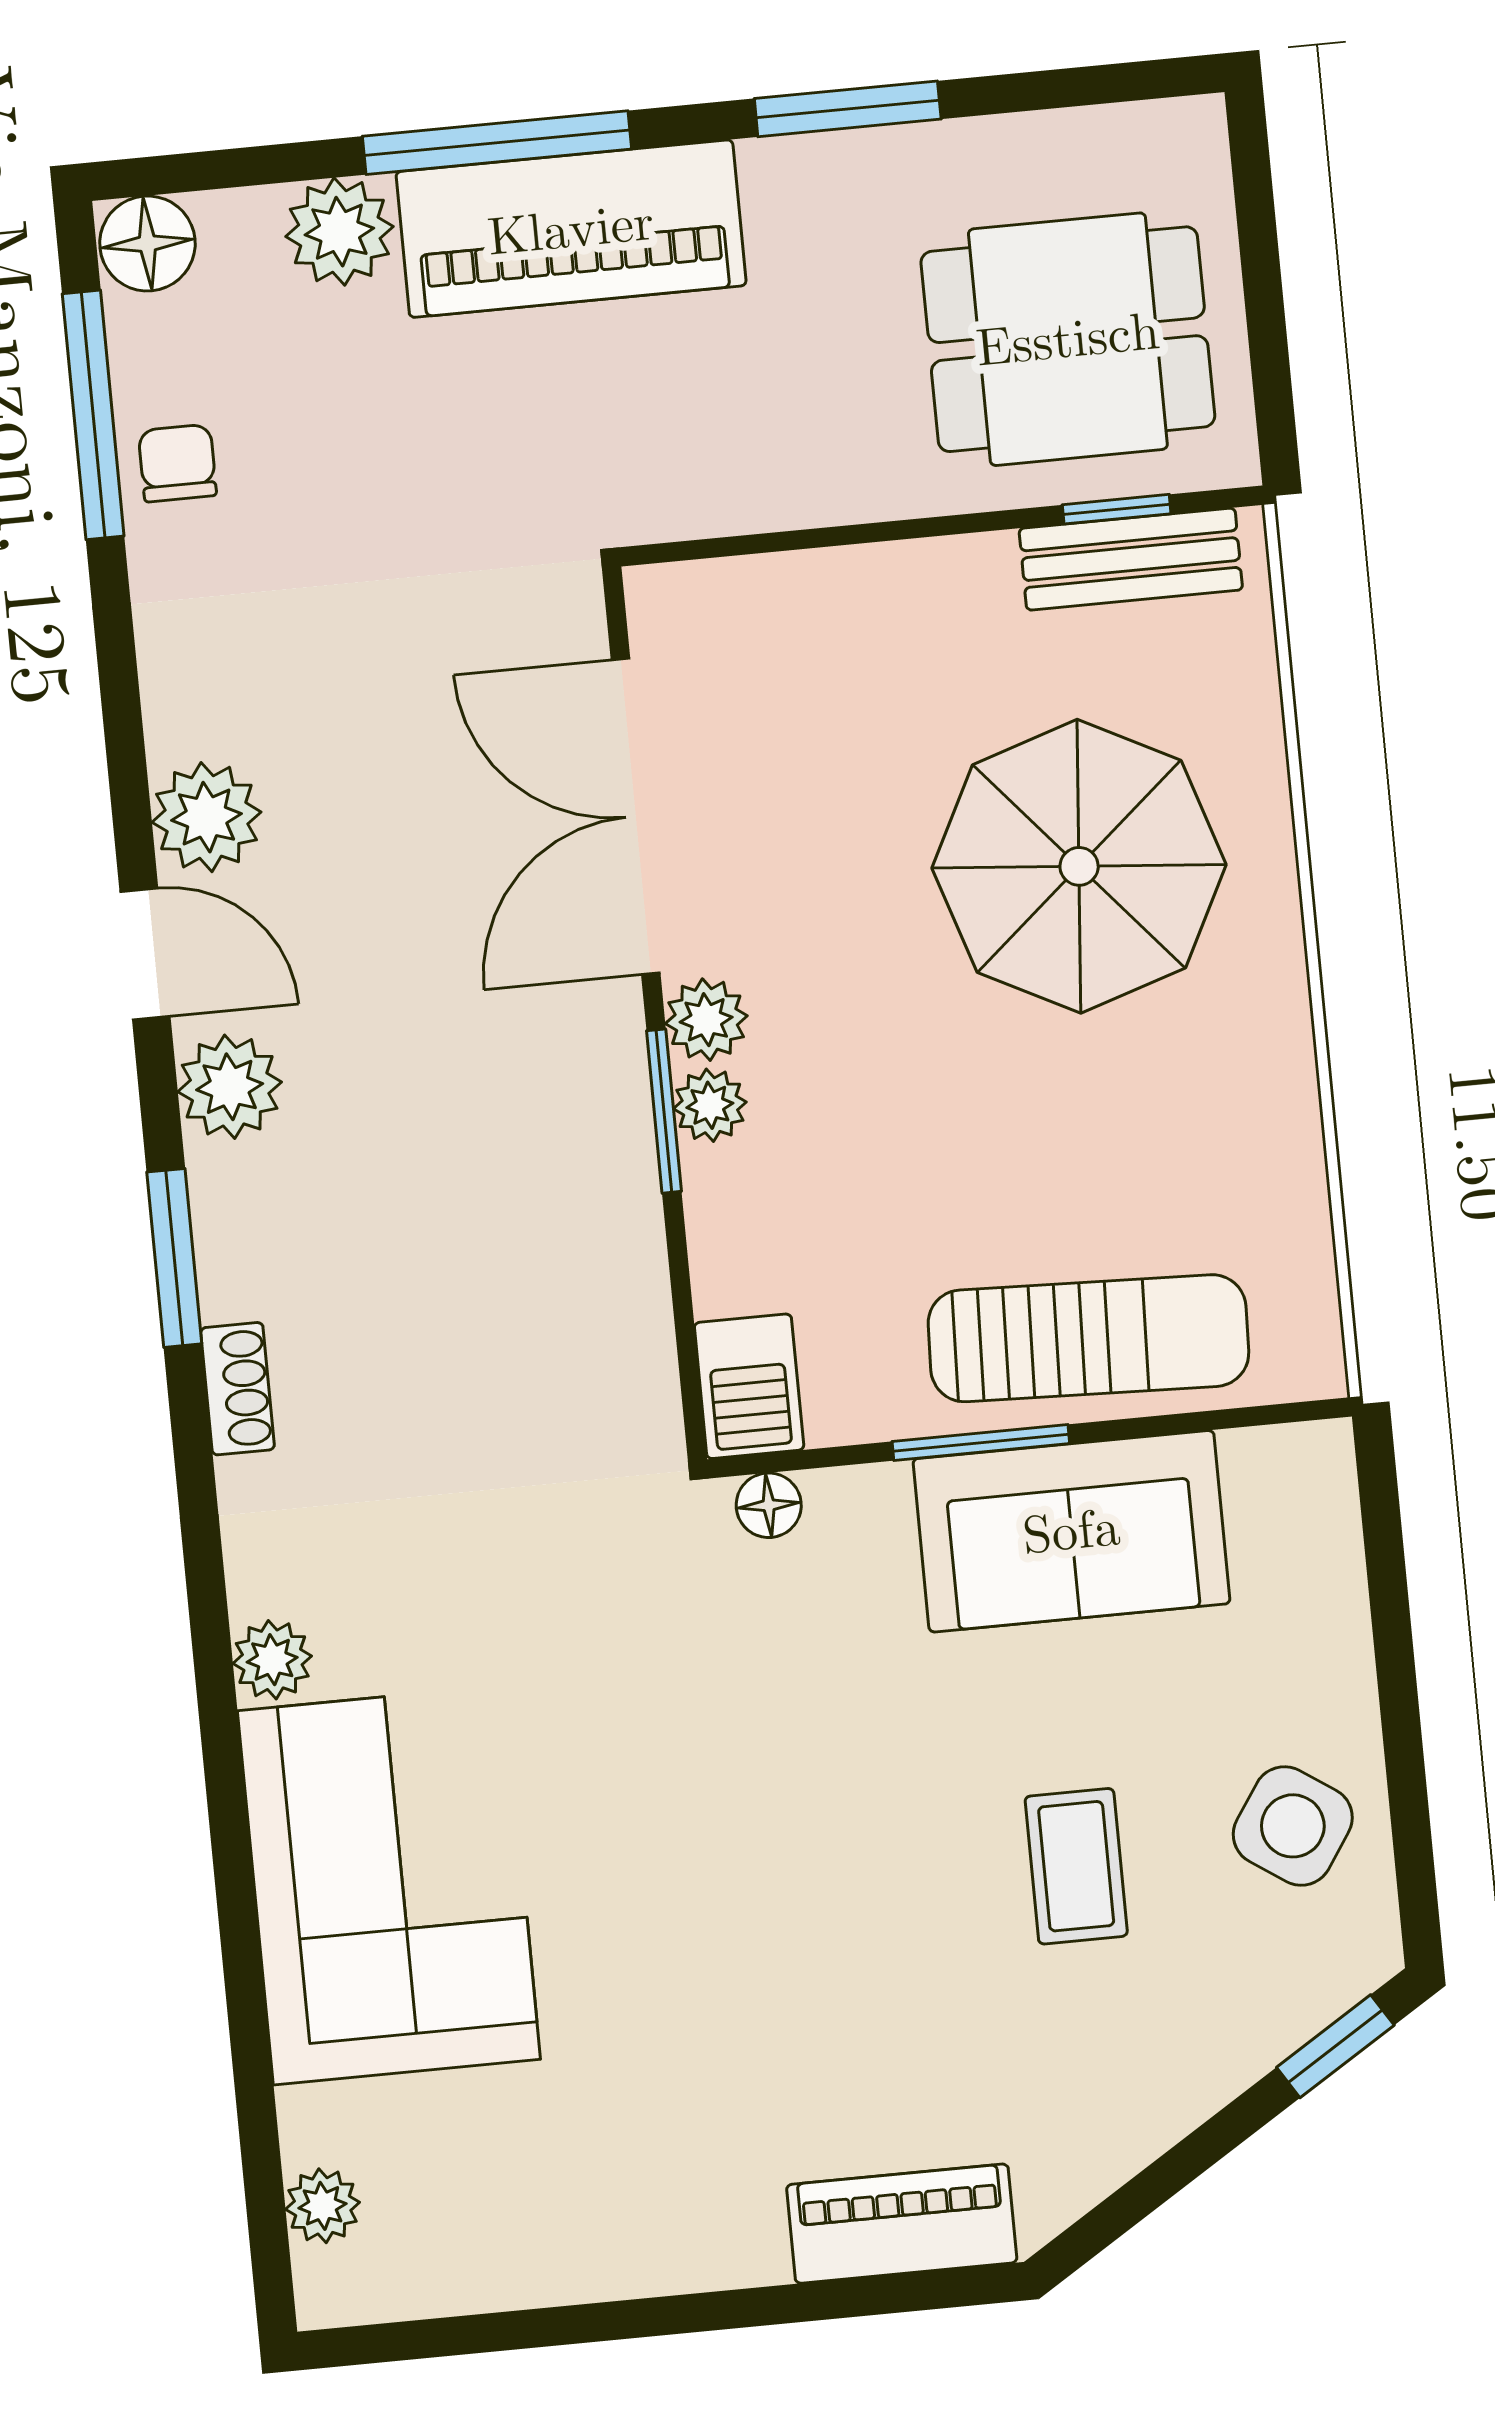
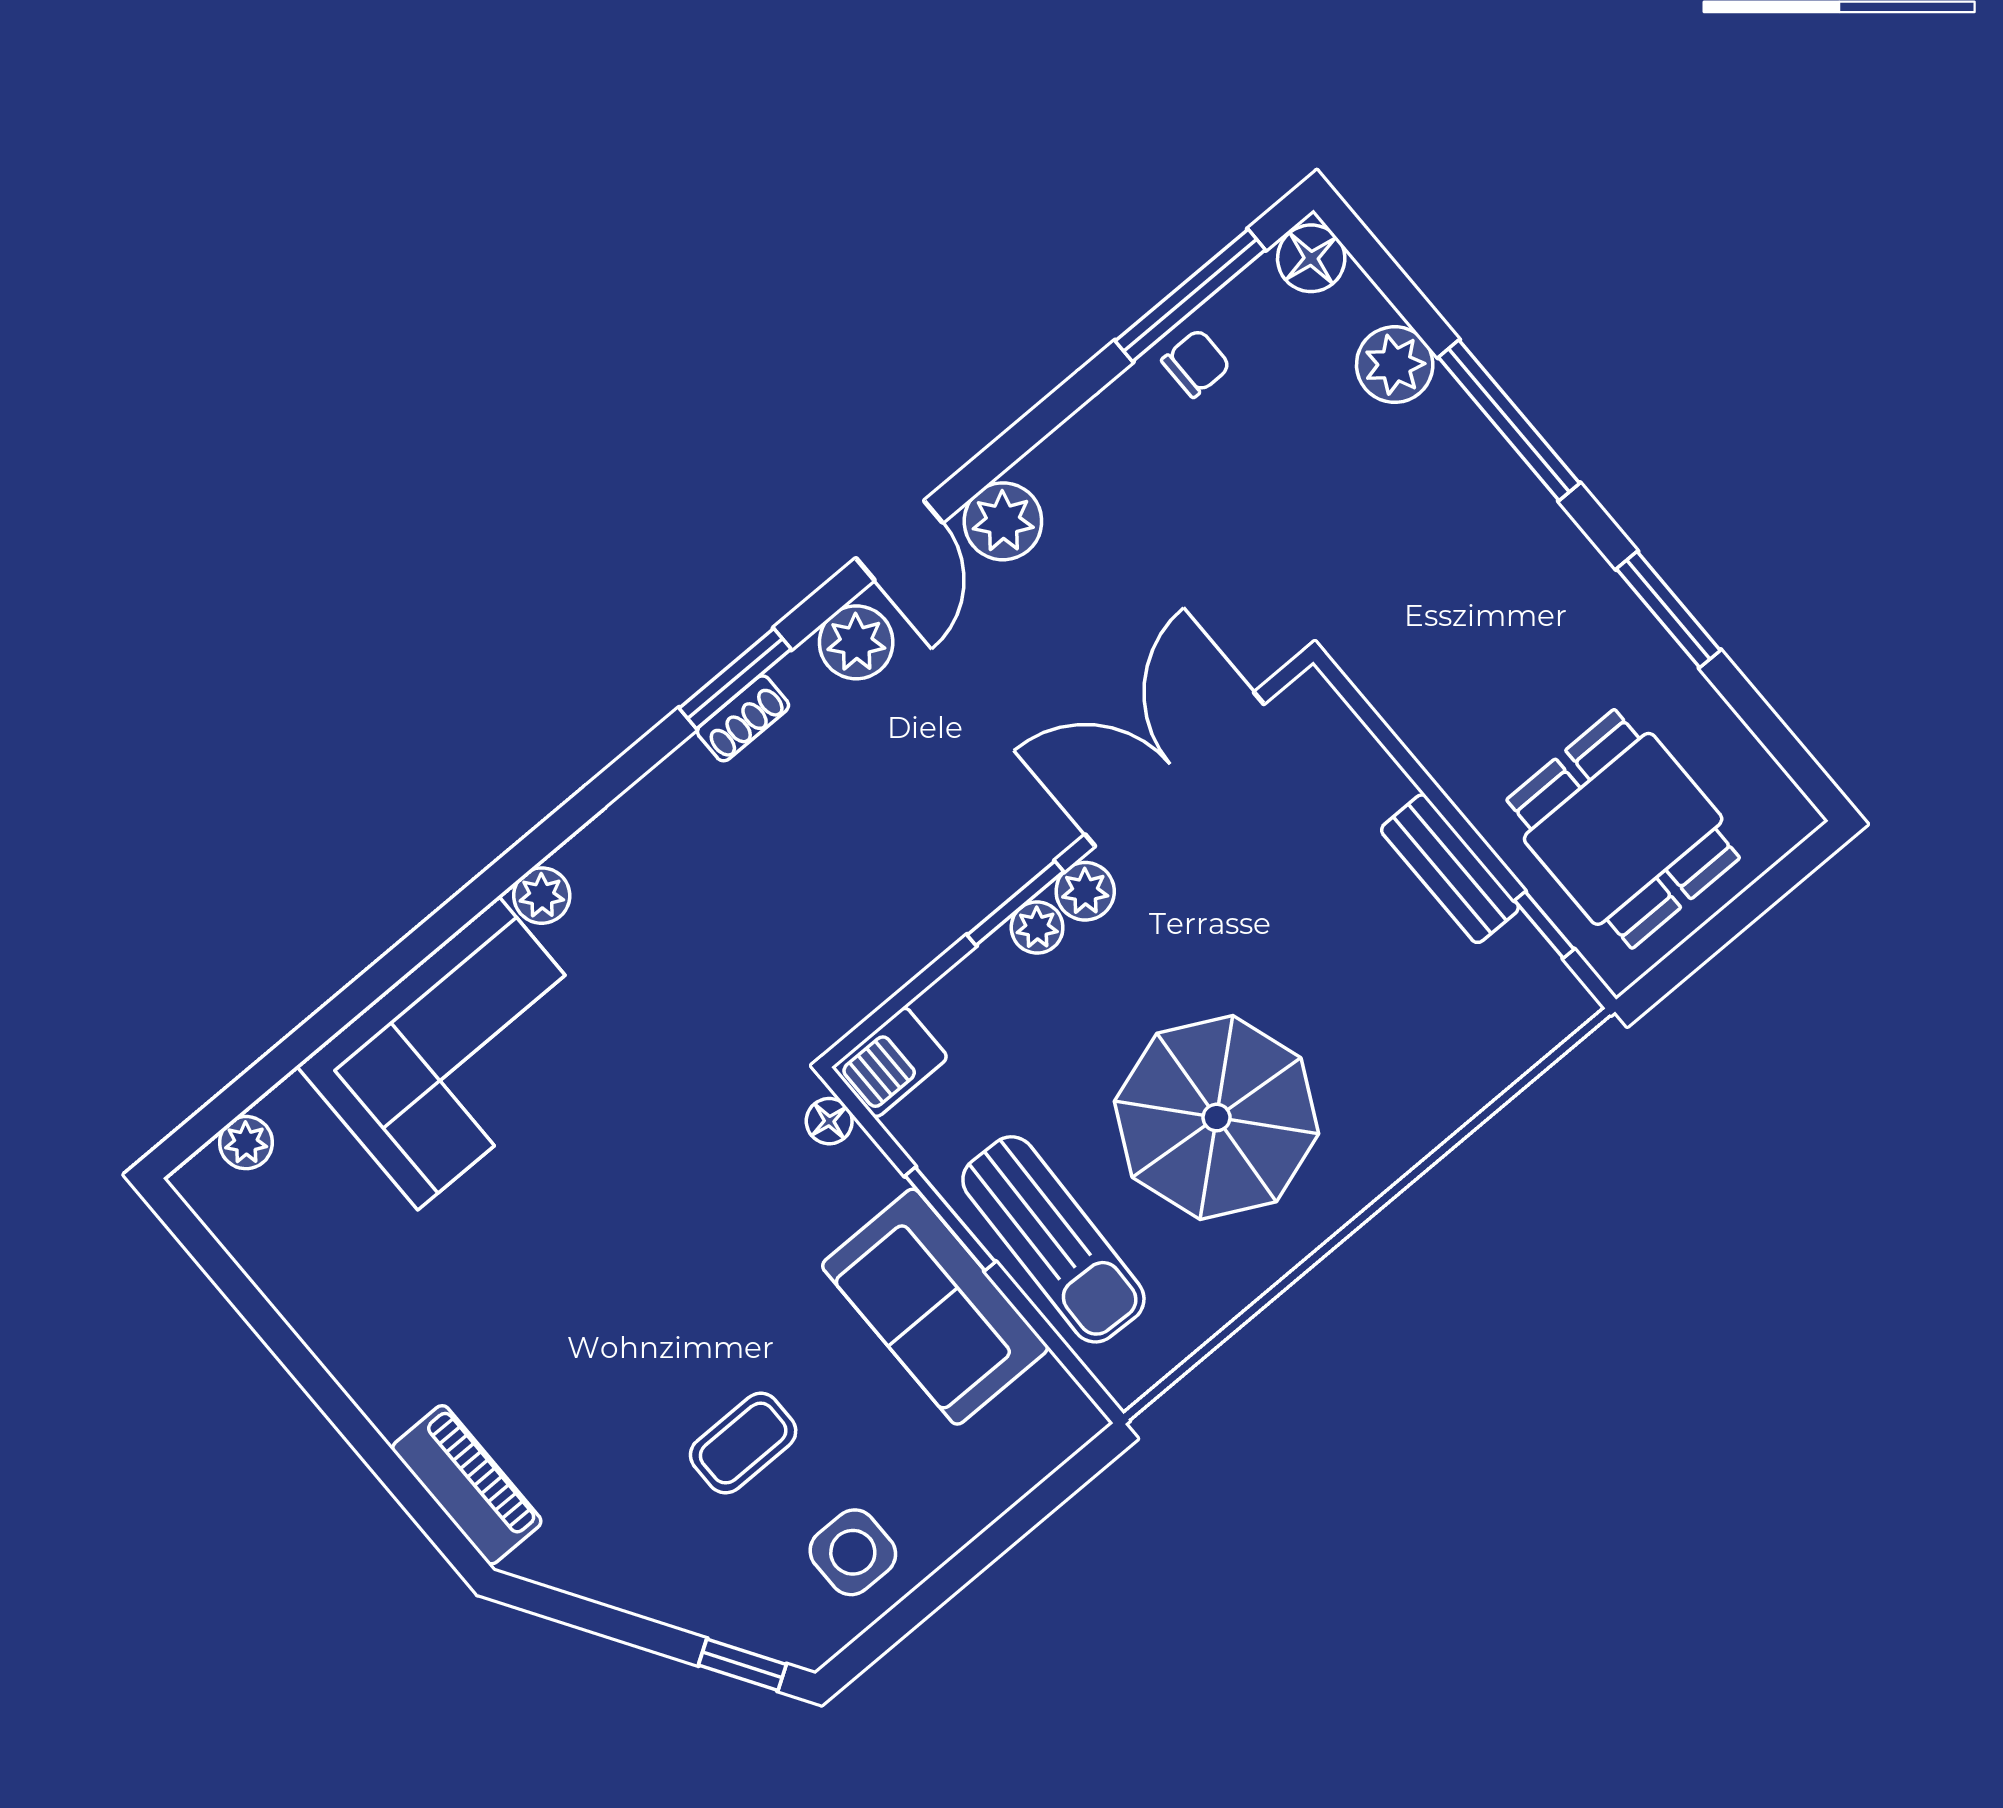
piano: (571, 229) -> (1489, 497), removed
bench: (1131, 559) -> (1450, 869), moved
parasol: (1079, 866) -> (1217, 1118), moved
shoe rack: (238, 1389) -> (743, 718), moved
side table: (1293, 1826) -> (853, 1552), turned -34

